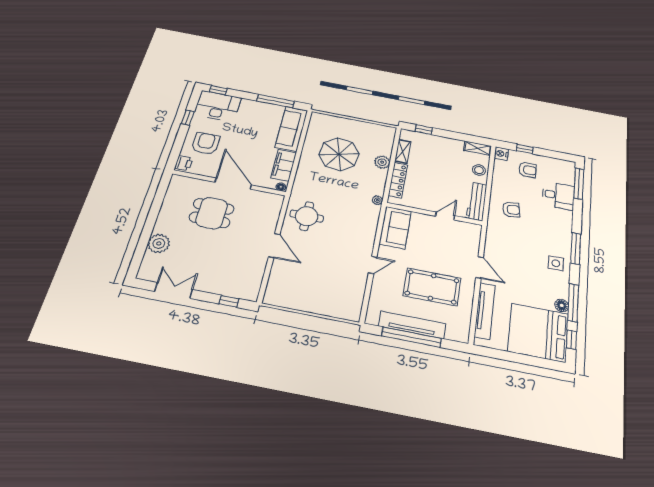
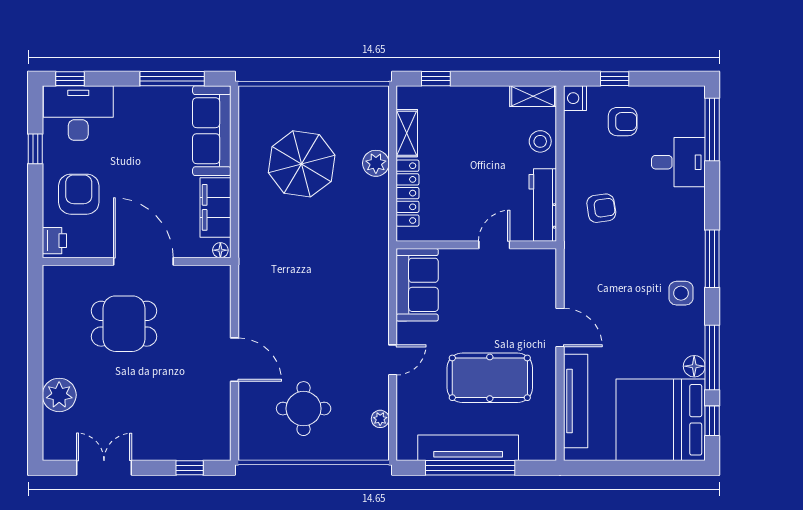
plant: (377, 200) -> (380, 419), moved
round table: (307, 216) -> (304, 409), moved

